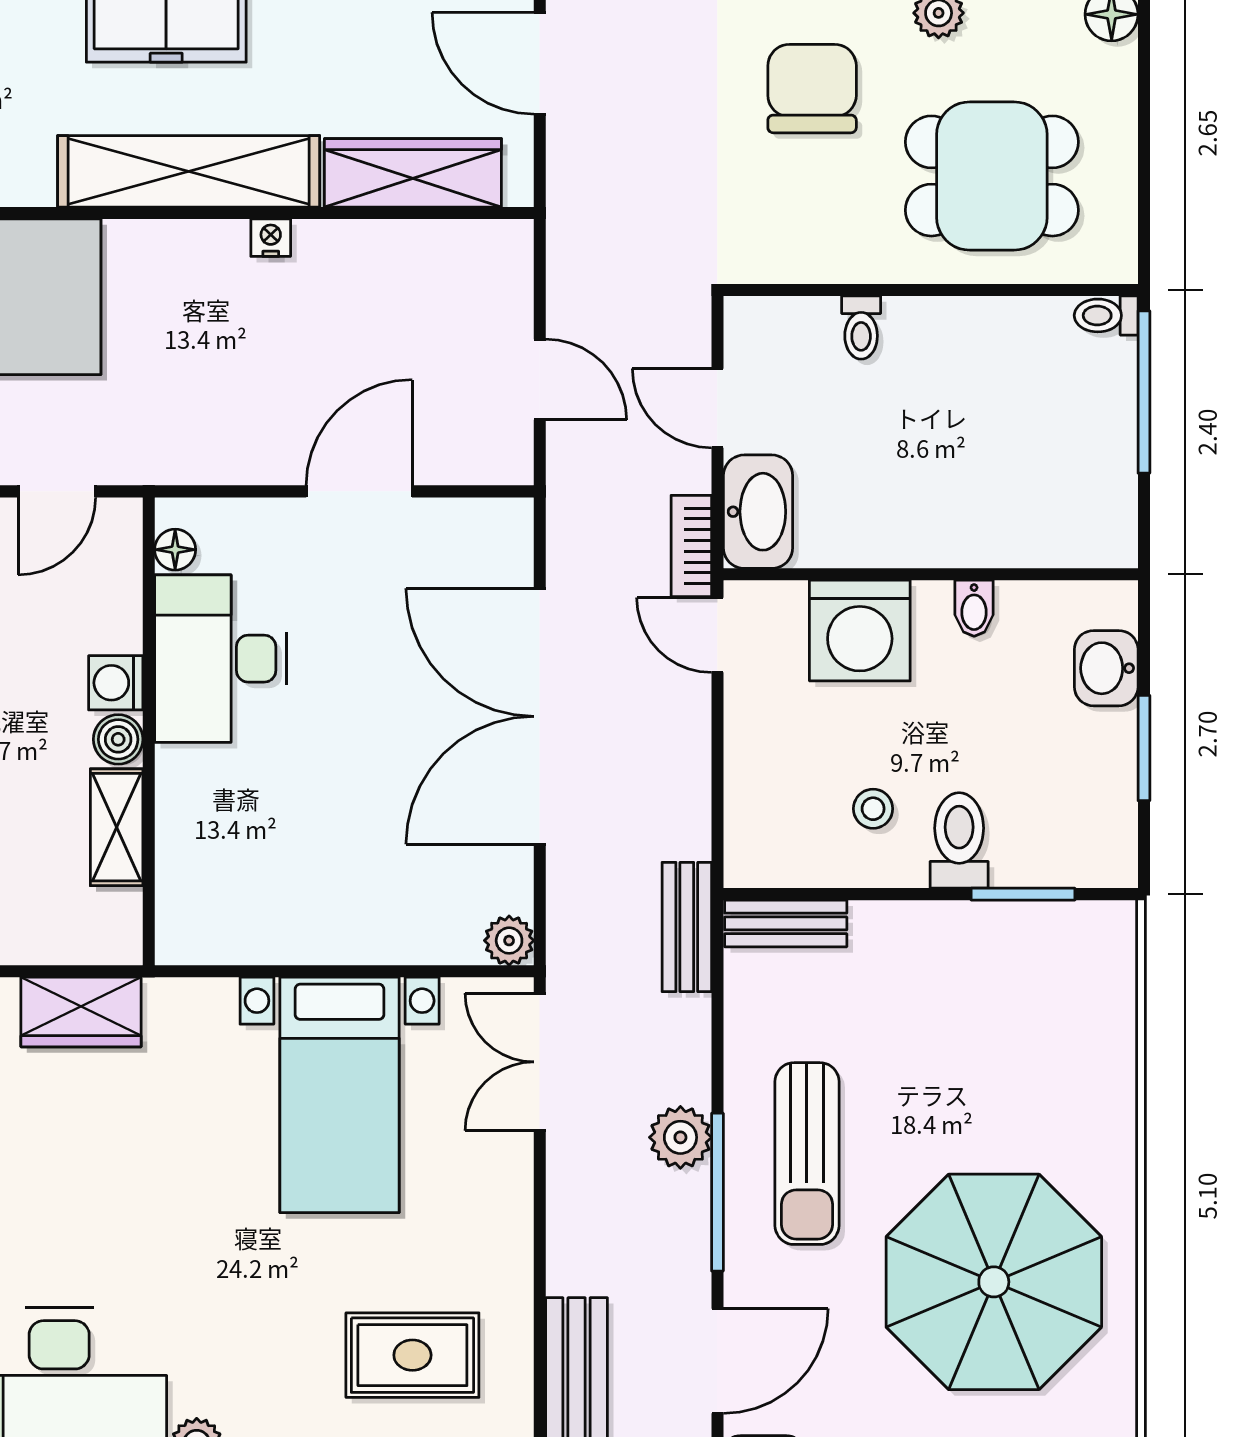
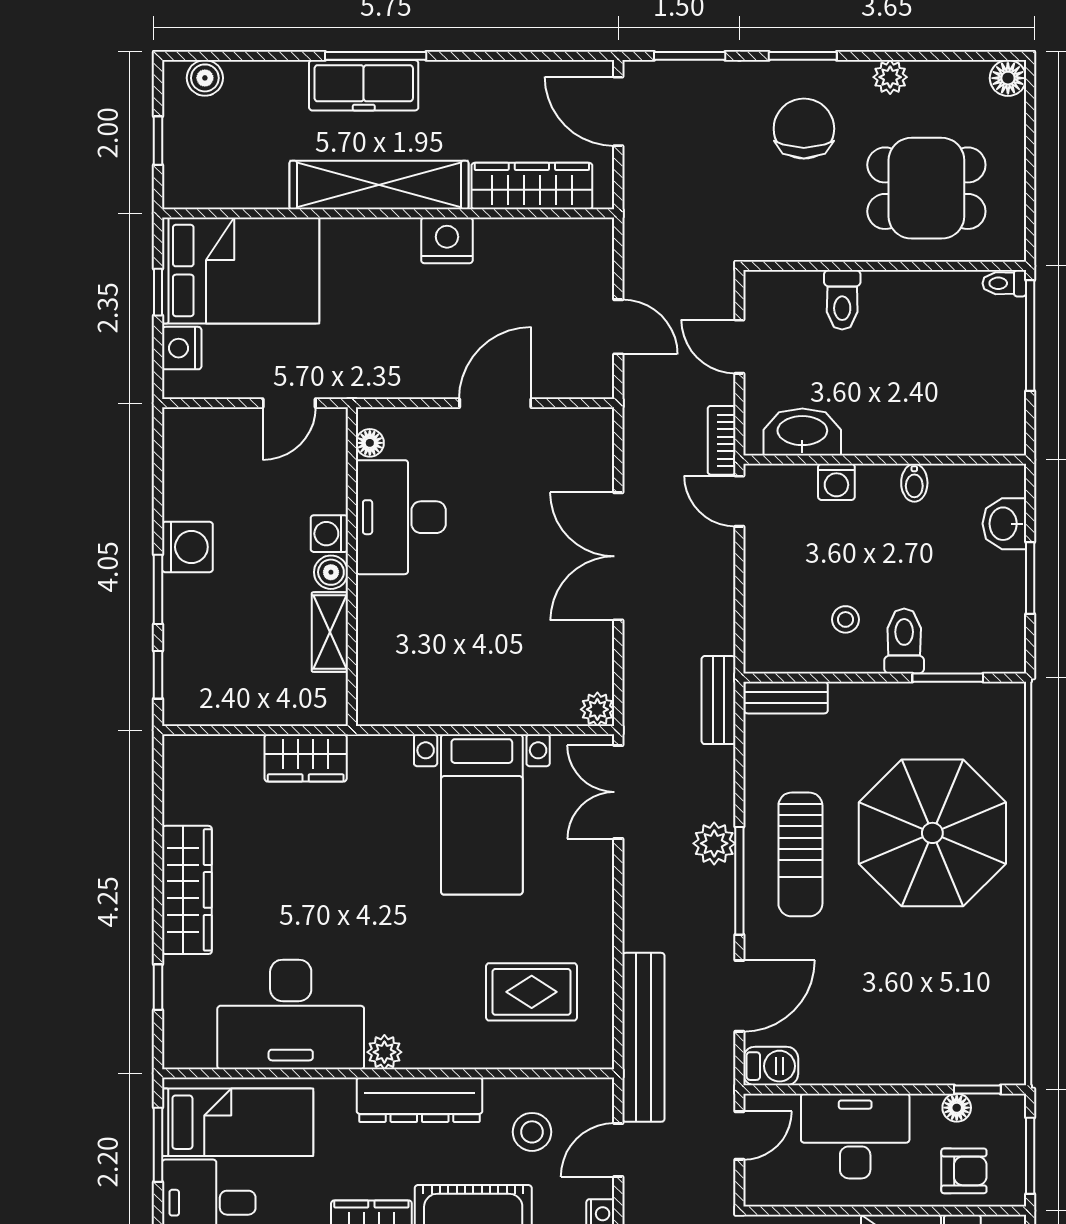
nightstand: (271, 238) -> (447, 240), width x1.89, depth x1.79
toilet: (861, 328) -> (842, 300), width x1.37, depth x1.39
washbasin: (758, 512) -> (802, 432), moved, turned -90
washing machine: (860, 631) -> (836, 482), width x0.53, depth x0.53
double door: (540, 716) -> (618, 556), width x0.73
parasol: (994, 1282) -> (932, 833), moved

